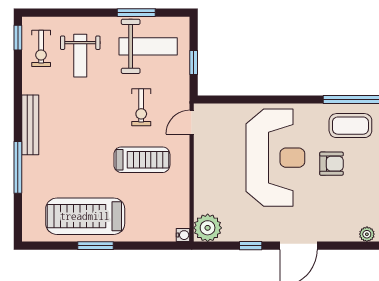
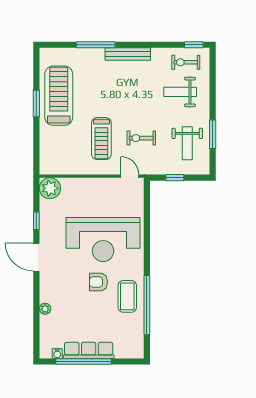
weight bench: (148, 46) -> (187, 143), width x0.73, depth x0.75
armchair: (331, 164) -> (98, 282), turned 90
water cooler: (183, 235) -> (44, 170), removed

